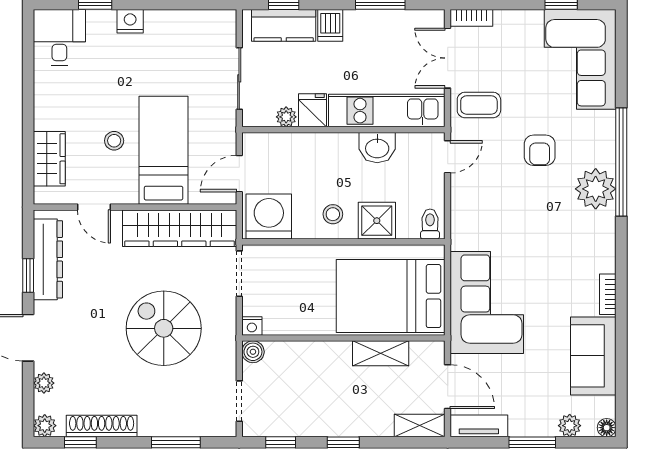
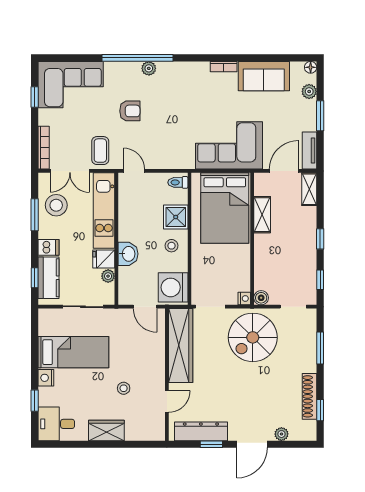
bookcase: (471, 18) -> (44, 148), width x1.56
stool: (395, 37) -> (56, 205), added
washbasin: (377, 148) -> (128, 254), moved
bed: (164, 150) -> (73, 352), moved, turned 180
wardrobe: (49, 159) -> (106, 430), moved
plant: (596, 189) -> (149, 68), width x0.53, depth x0.53
spiral stairs: (164, 328) -> (253, 337), moved
plant: (45, 426) -> (309, 433), removed

